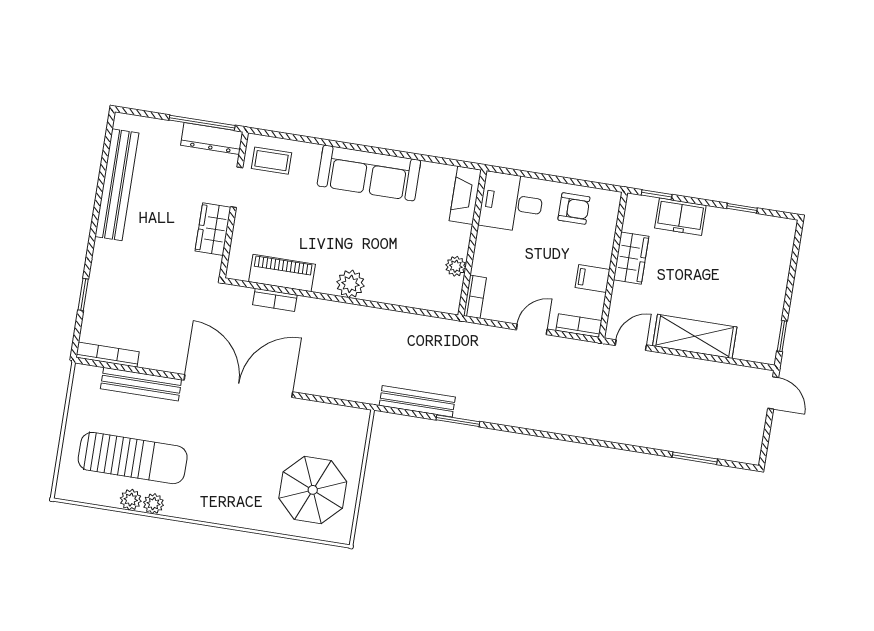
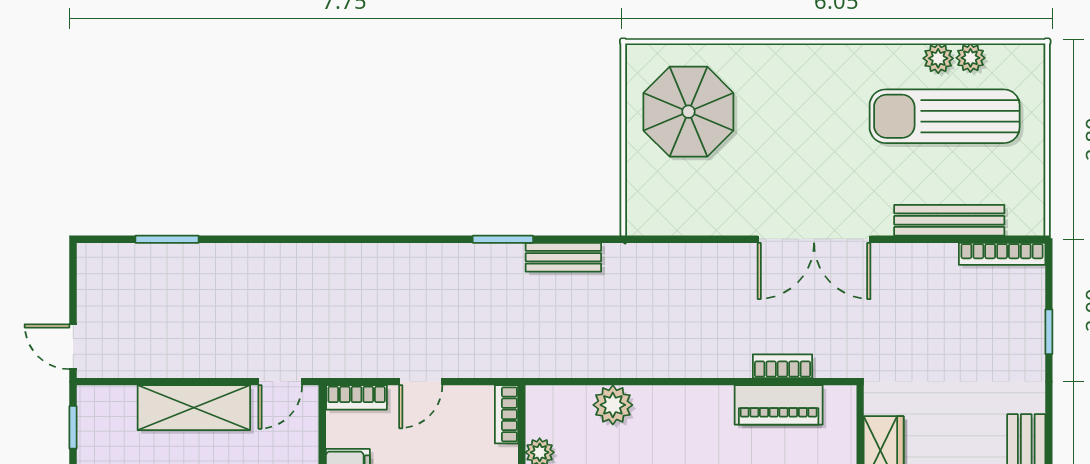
plant: (350, 284) -> (613, 405), moved
double door: (238, 386) -> (814, 239), width x0.73
bench: (417, 401) -> (563, 257), width x0.73
plant: (153, 504) -> (970, 58), moved

